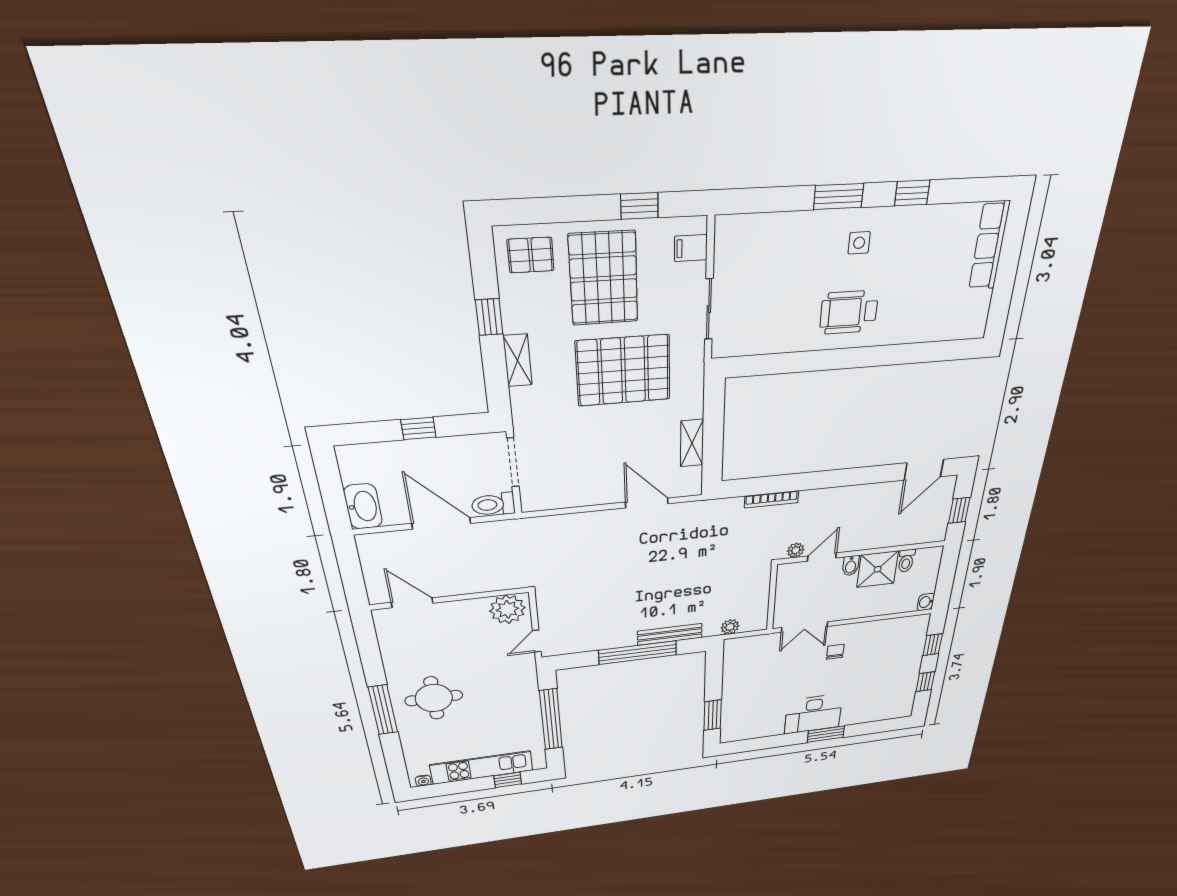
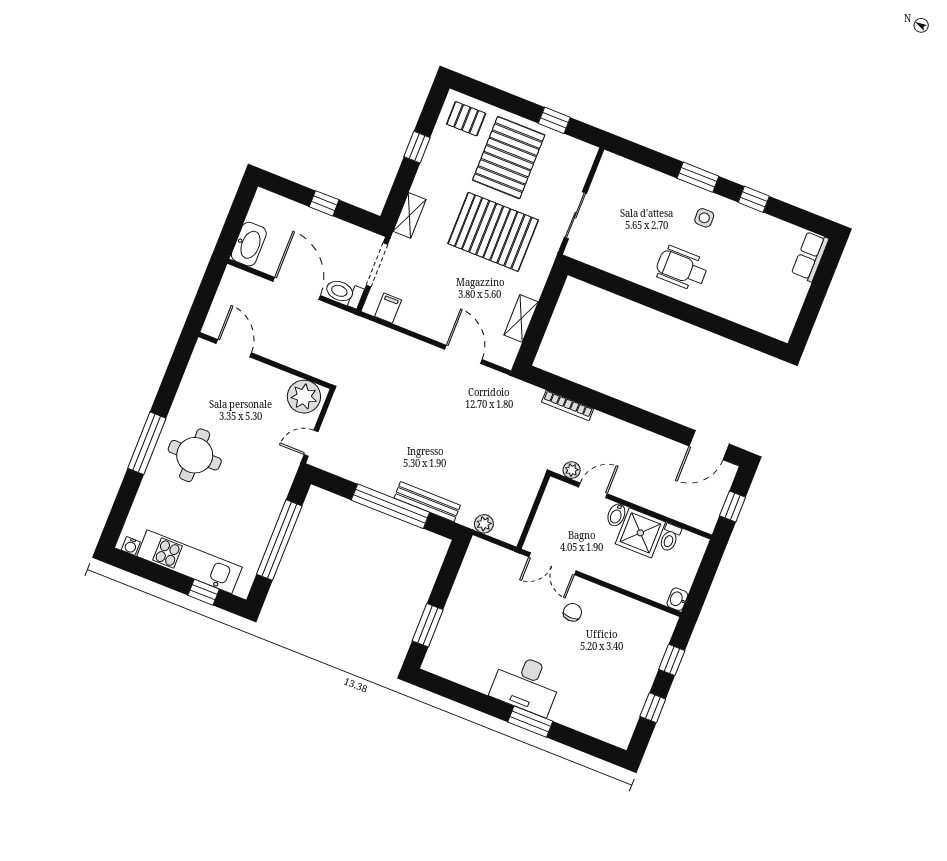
row of seats: (989, 246) -> (810, 256), width x0.68
filing cabinet: (691, 248) -> (388, 308), moved, turned 90
shelving: (518, 360) -> (410, 215), moved

